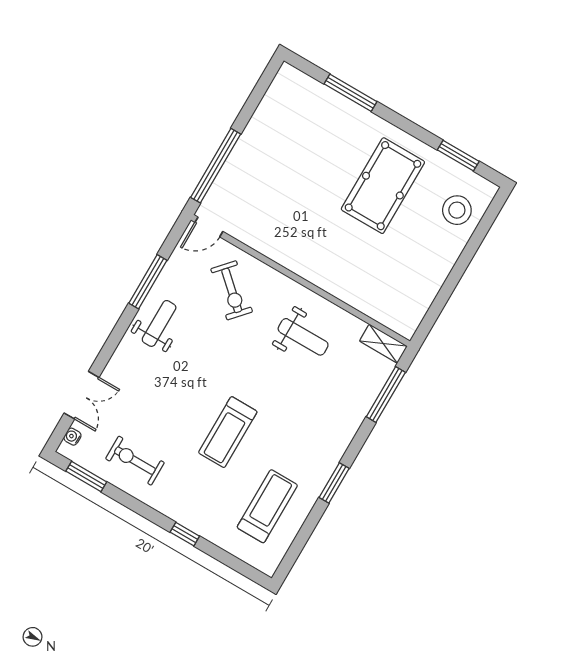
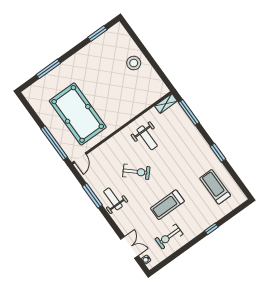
pool table: (383, 186) -> (78, 114), moved, width x1.36, depth x1.32
stool: (457, 210) -> (134, 63), moved
exercise bike: (232, 290) -> (136, 172), moved
weight bench: (303, 337) -> (147, 138), turned 90
treadmill: (228, 432) -> (167, 205), moved, turned 90
window: (86, 477) -> (166, 261), removed

